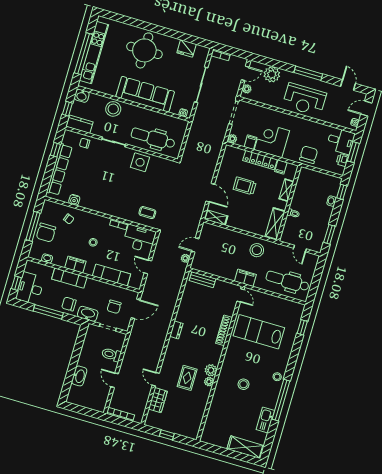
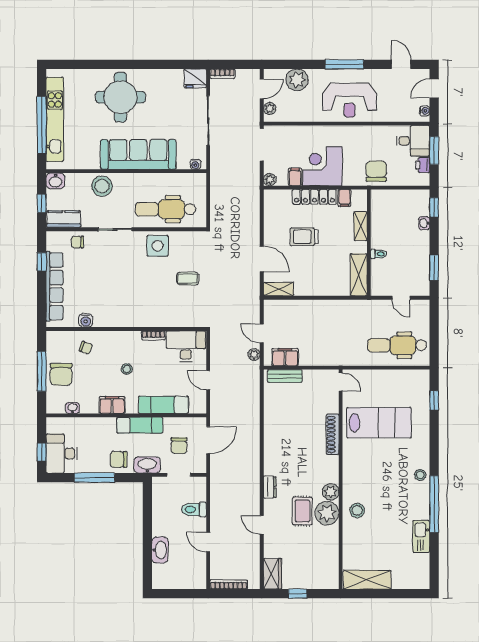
fridge: (187, 48) -> (195, 78), moved
coffee table: (147, 213) -> (188, 279), moved
door: (195, 245) -> (262, 333), hinge flipped
stool: (257, 250) -> (345, 316), removed
exam couch: (69, 278) -> (140, 425), moved
filing cabinet: (245, 278) -> (285, 357), moved
dresser: (176, 330) -> (270, 487), moved
lab bench: (259, 332) -> (379, 423), turned 180
plant: (209, 382) -> (327, 513), width x1.88, depth x1.88
stool: (244, 384) -> (357, 510), moved
wardrobe: (158, 400) -> (272, 574), moved
shelving: (246, 447) -> (367, 580), moved

